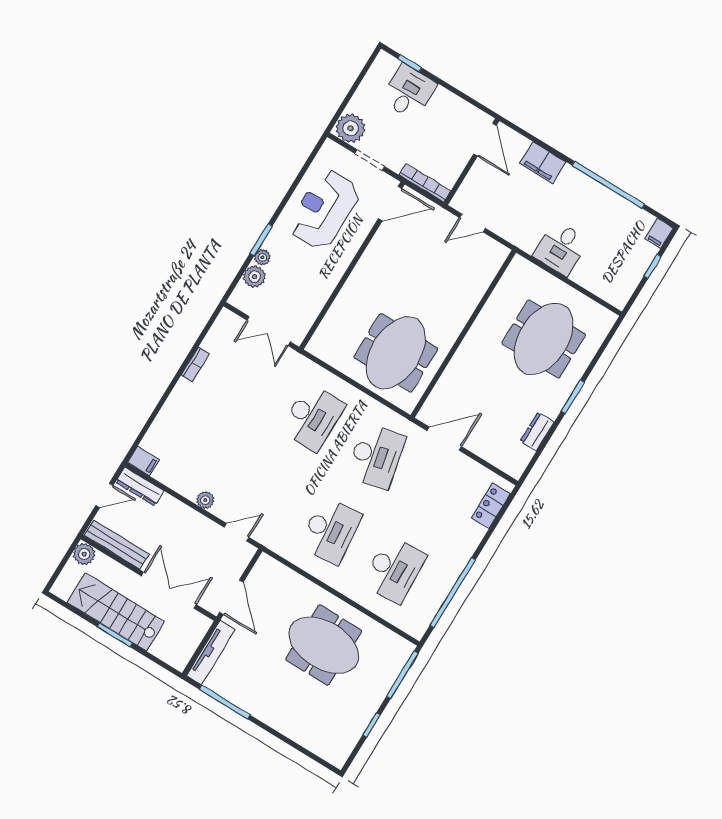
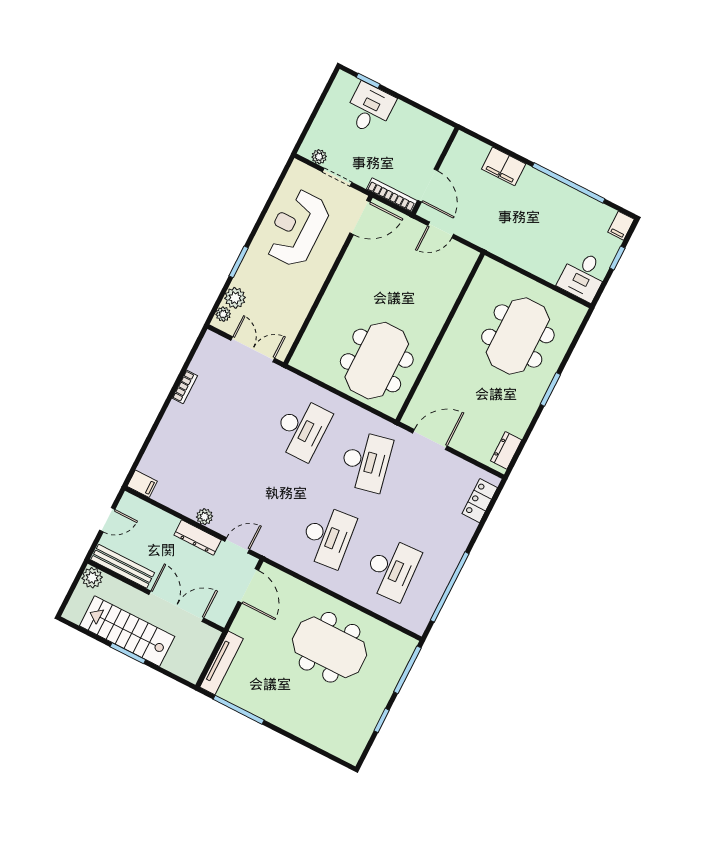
plant: (351, 128) -> (319, 157), width x0.53, depth x0.53
door: (485, 140) -> (428, 185), moved
desk: (561, 248) -> (583, 276), moved
plant: (262, 257) -> (223, 314), moved
double door: (269, 331) -> (253, 349), swing flipped
dresser: (537, 432) -> (506, 450), moved
dresser: (140, 486) -> (198, 538), moved
door: (231, 597) -> (248, 586), moved

